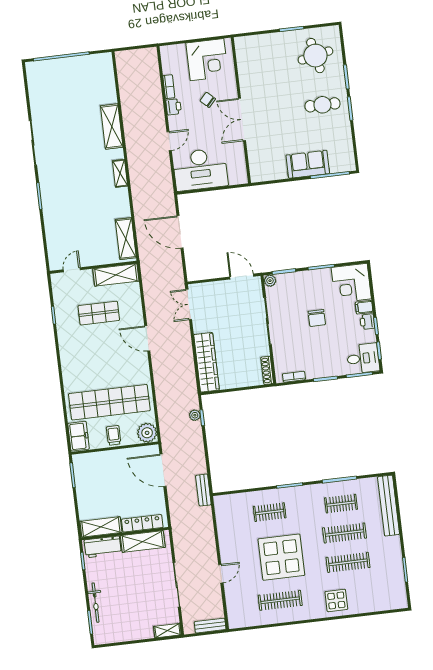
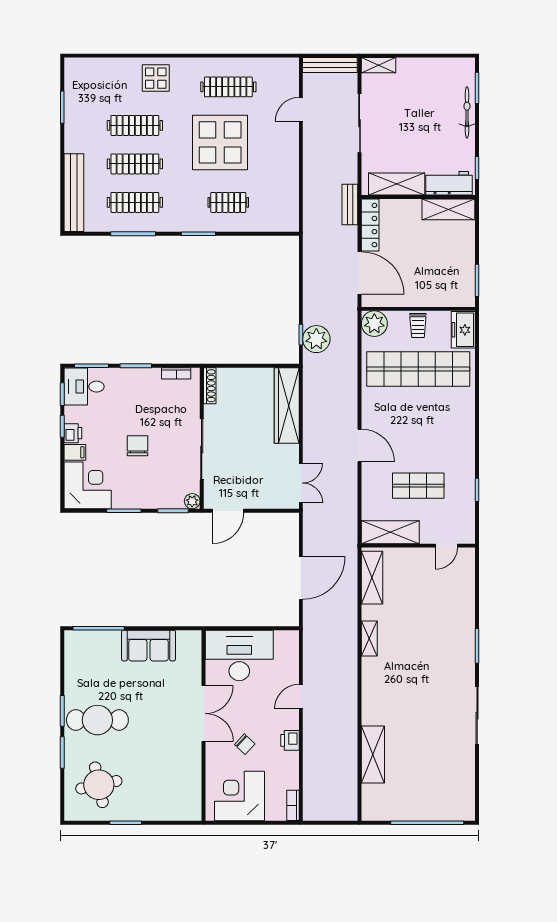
bookcase: (169, 87) -> (293, 805), moved
cafe table: (322, 105) -> (97, 720), width x1.37, depth x1.35
shelving: (112, 127) -> (373, 754), moved
sofa: (308, 164) -> (148, 646), moved
desk: (200, 169) -> (239, 655), moved
shelving: (120, 173) -> (369, 639), moved
door: (180, 232) -> (301, 578), hinge flipped
door: (242, 277) -> (228, 511), hinge flipped
plant: (195, 415) -> (316, 339), width x1.88, depth x1.88
bench: (203, 490) -> (350, 204), moved
clothes rail: (341, 504) -> (135, 202), width x1.36
locker: (142, 523) -> (370, 225), moved, turned -90
door: (221, 574) -> (301, 109), moved
bench: (210, 626) -> (330, 65), width x1.36

